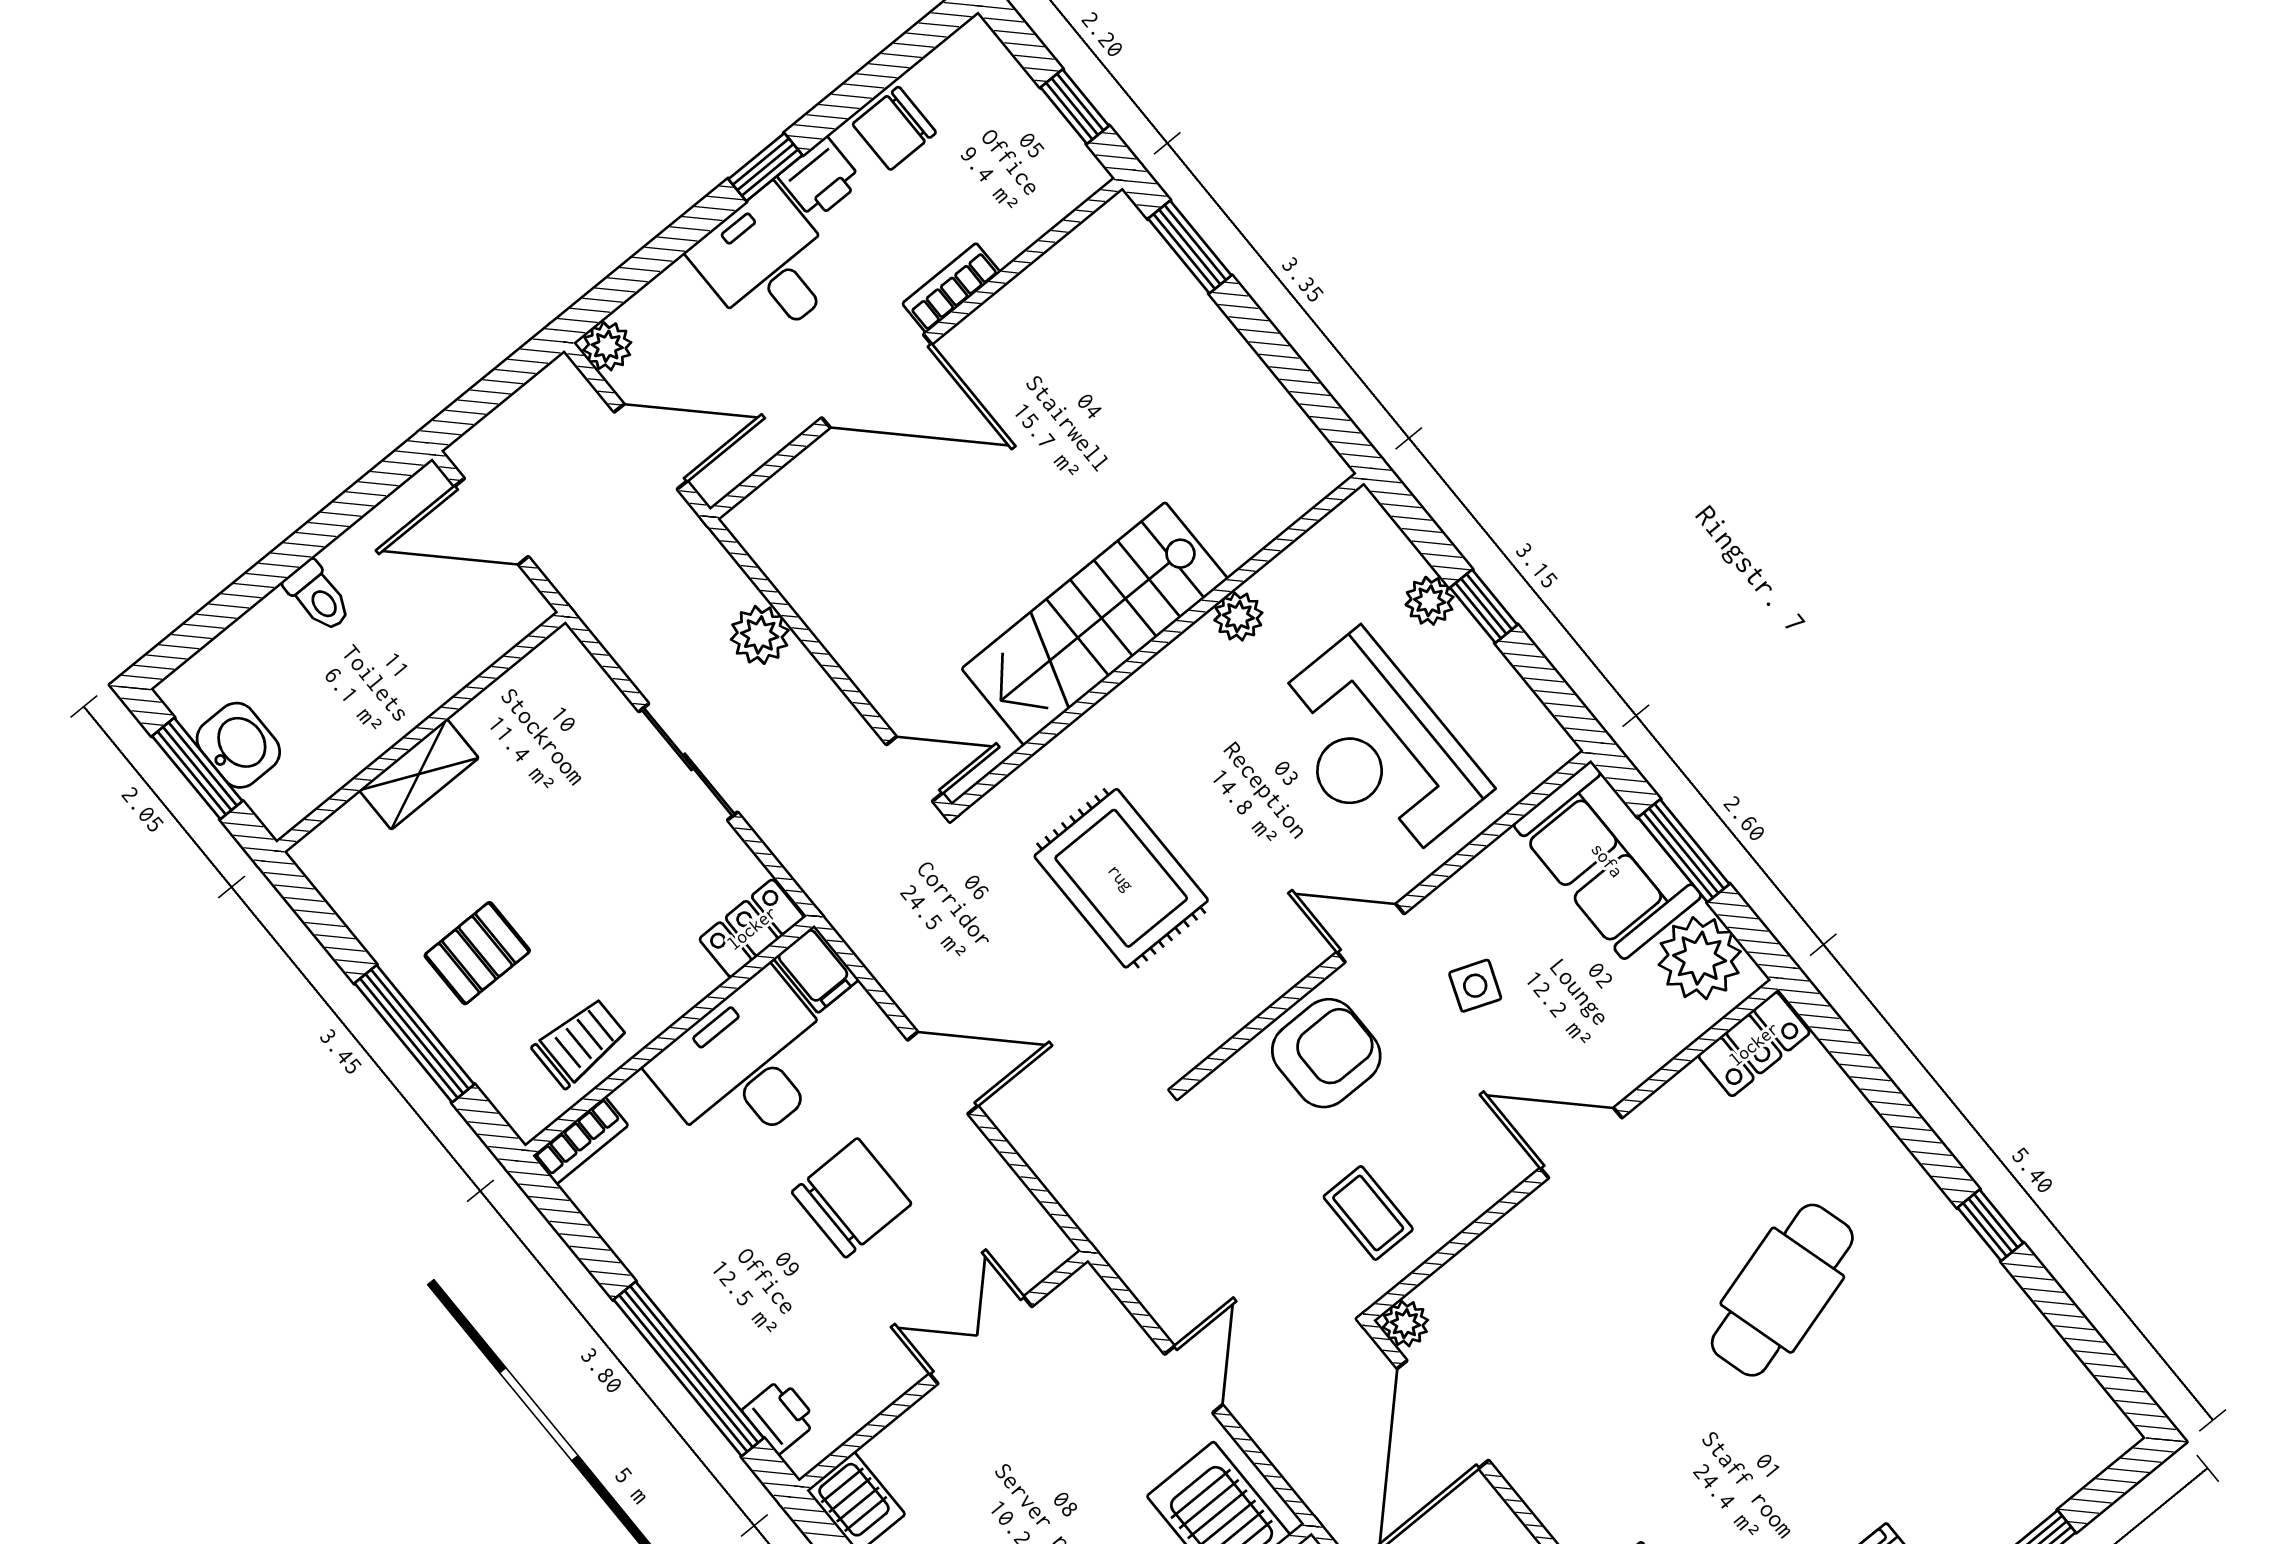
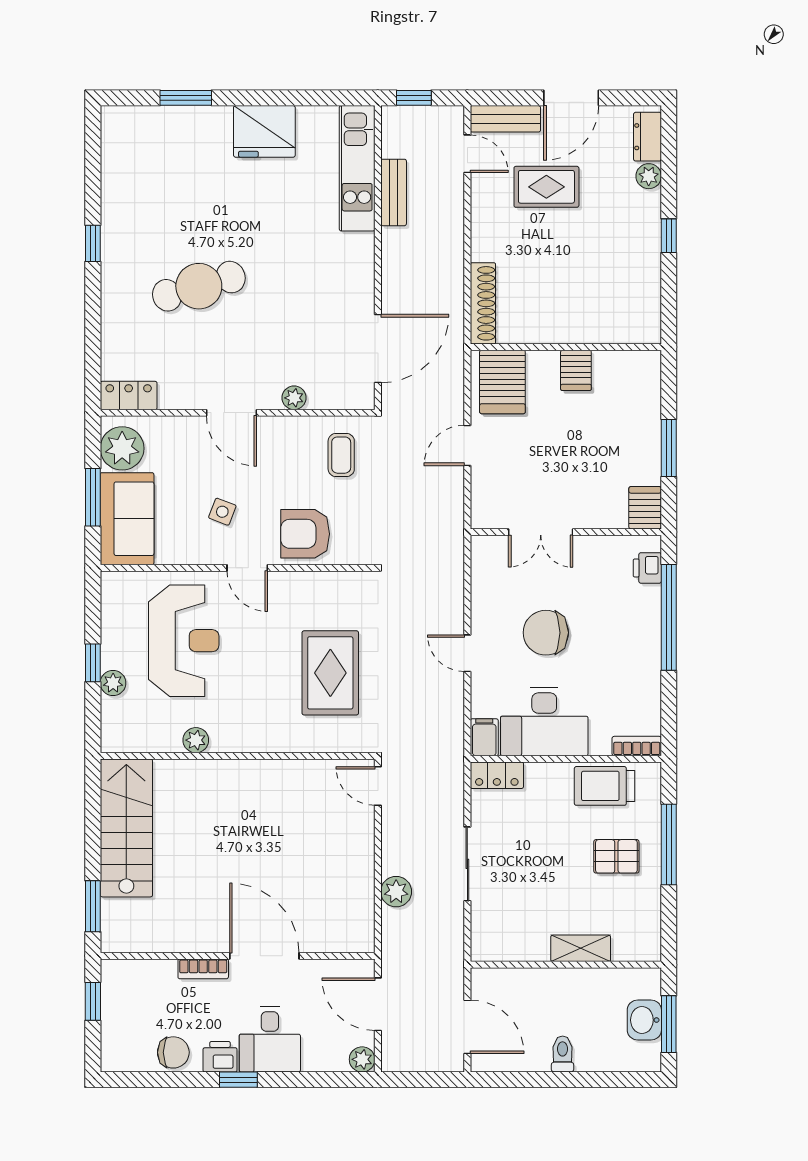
stairs: (1095, 624) -> (126, 828), moved, turned -90
trolley: (580, 1043) -> (605, 786), width x1.36, depth x1.39
door: (943, 1073) -> (467, 653), width x0.73
plant: (1405, 1324) -> (294, 398), moved

